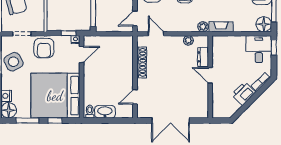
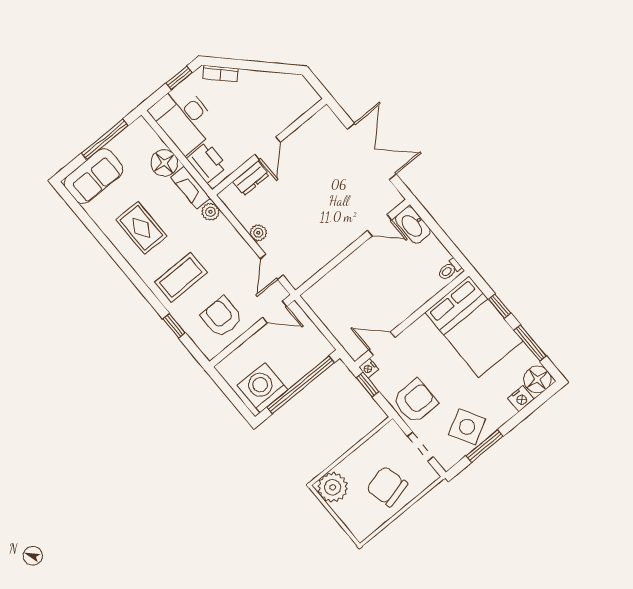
floor lamp: (264, 24) -> (164, 163), moved
plant: (188, 40) -> (258, 233), moved
window: (274, 47) -> (179, 78), moved
desk: (259, 49) -> (184, 119), width x1.37
shoe rack: (142, 62) -> (326, 255), removed
printer: (243, 93) -> (207, 162), moved, turned -135
bed: (55, 96) -> (474, 327), width x0.73
washbasin: (105, 112) -> (413, 225), moved

